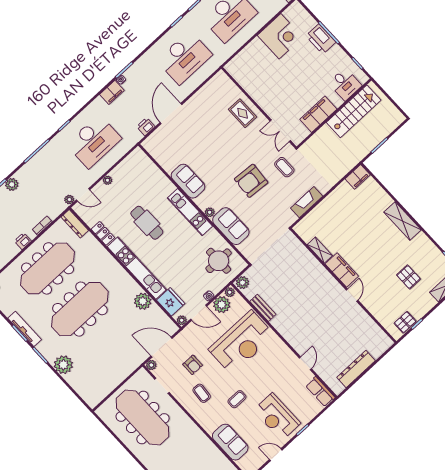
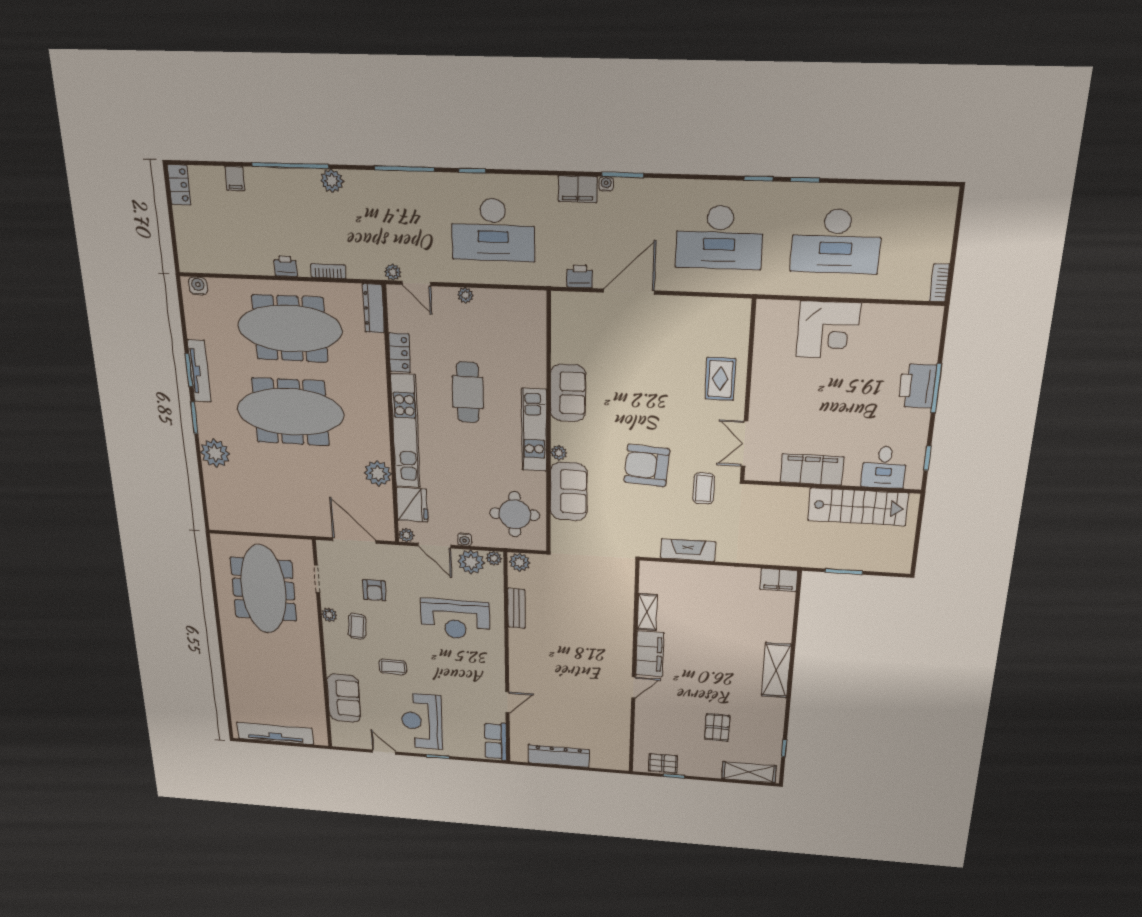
corner desk: (280, 36) -> (828, 330), moved
reception desk: (242, 342) -> (455, 619), width x0.74, depth x0.77
plant: (151, 365) -> (329, 615), moved

